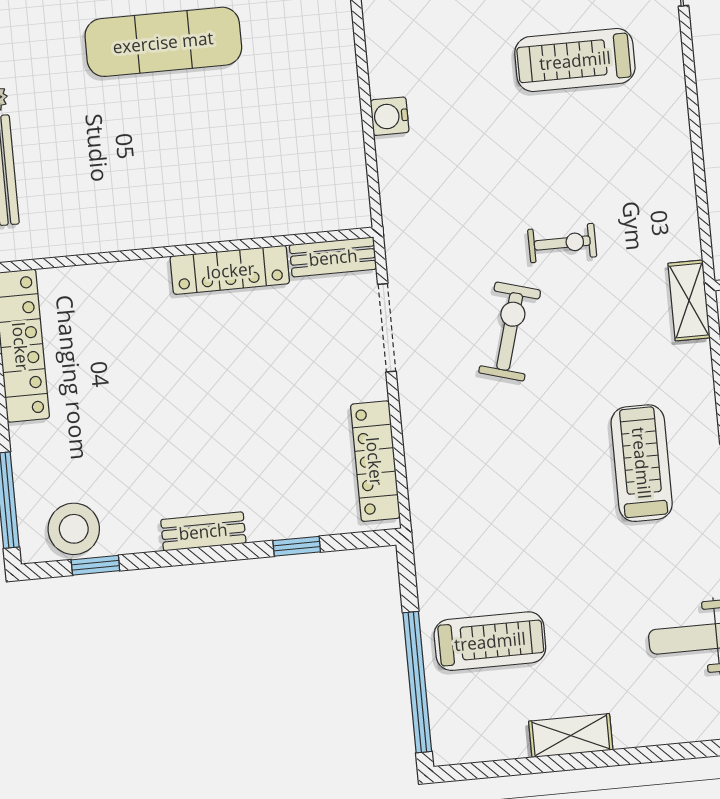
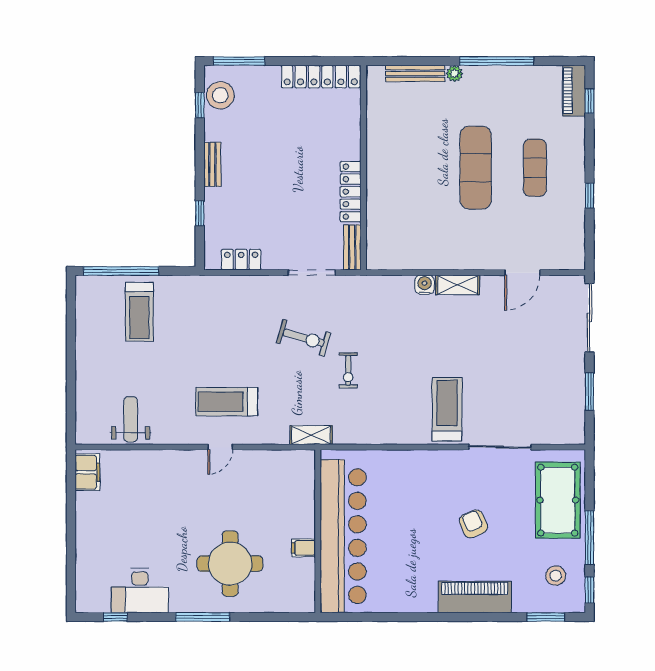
treadmill: (575, 60) -> (447, 409), moved
locker: (375, 461) -> (241, 260), width x0.66
treadmill: (642, 463) -> (227, 402), turned 180
shelving: (571, 736) -> (458, 285), moved, turned 90

